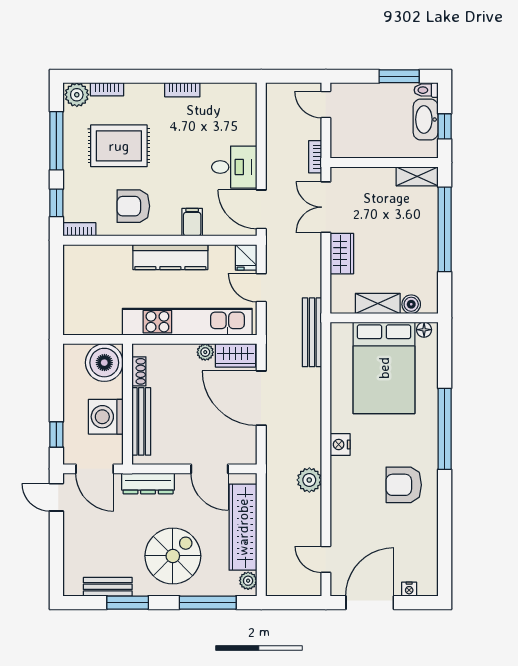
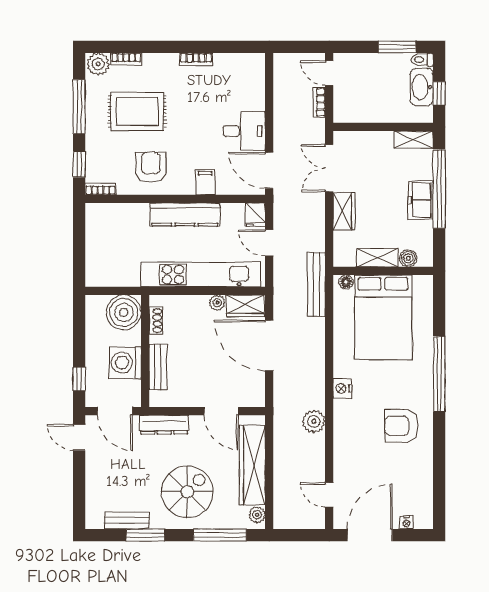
bookcase: (315, 157) -> (319, 102), moved
armchair: (133, 206) -> (151, 167), turned 90
freezer: (425, 242) -> (421, 200), added
floor lamp: (424, 330) -> (346, 282), moved
bench: (141, 421) -> (158, 367), width x0.73

